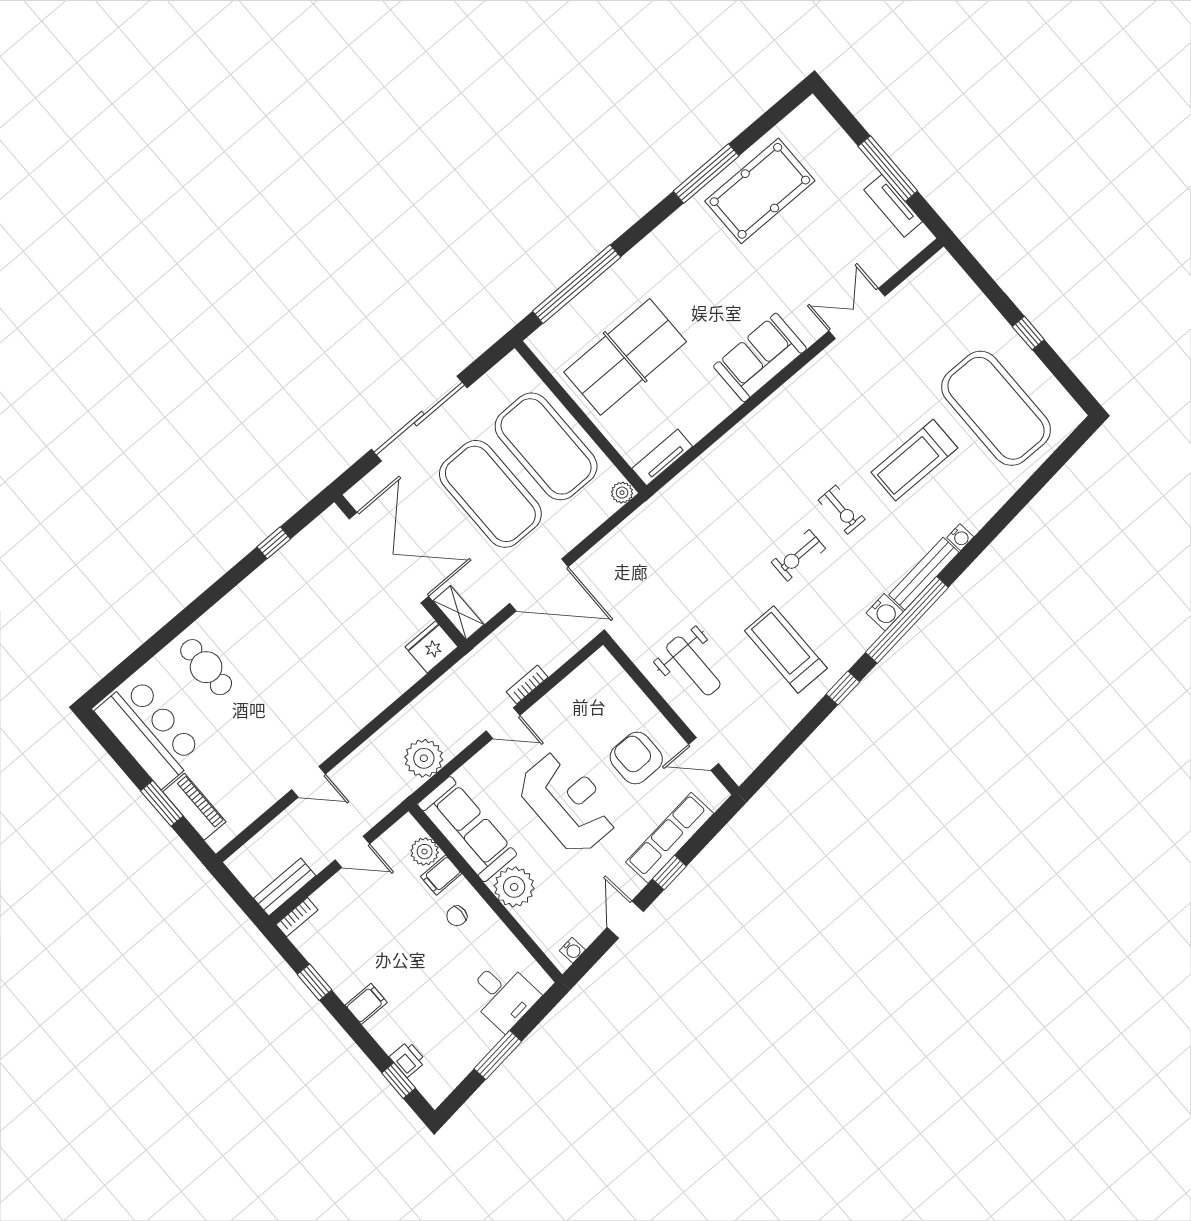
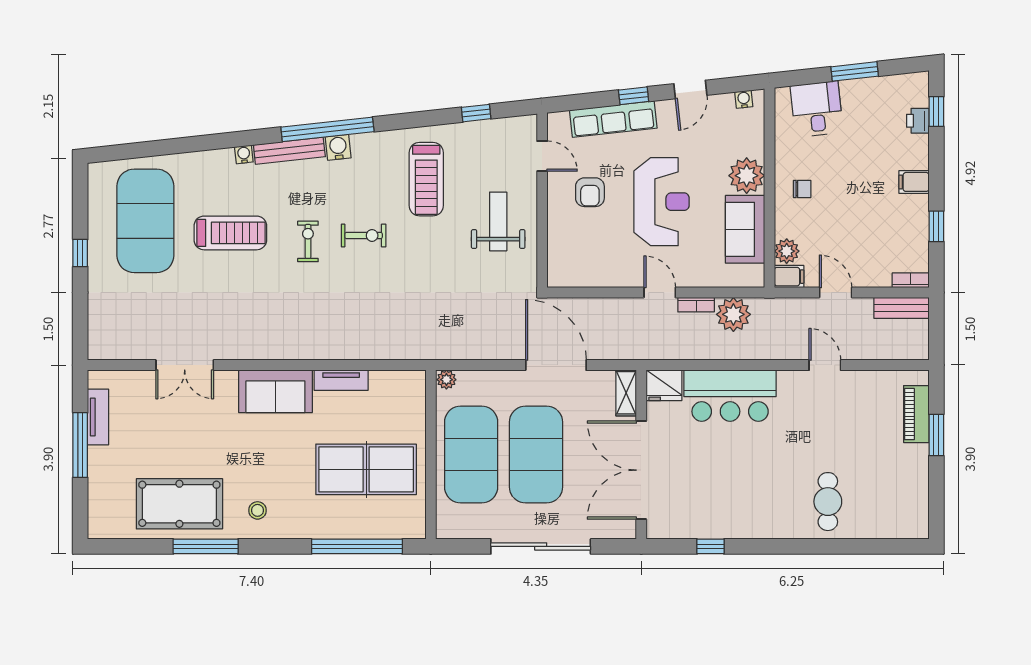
stool: (688, 242) -> (258, 510), added
tv unit: (662, 457) -> (341, 380), moved
bookcase: (527, 685) -> (696, 305), moved
window: (843, 688) -> (476, 113), moved
bar counter: (149, 732) -> (730, 396), moved, turned -90
armchair: (636, 758) -> (590, 192), width x0.72, depth x0.72
reception desk: (568, 802) -> (662, 202), turned 180
sofa: (467, 829) -> (745, 229), width x0.73
filing cabinet: (441, 875) -> (789, 277), moved

